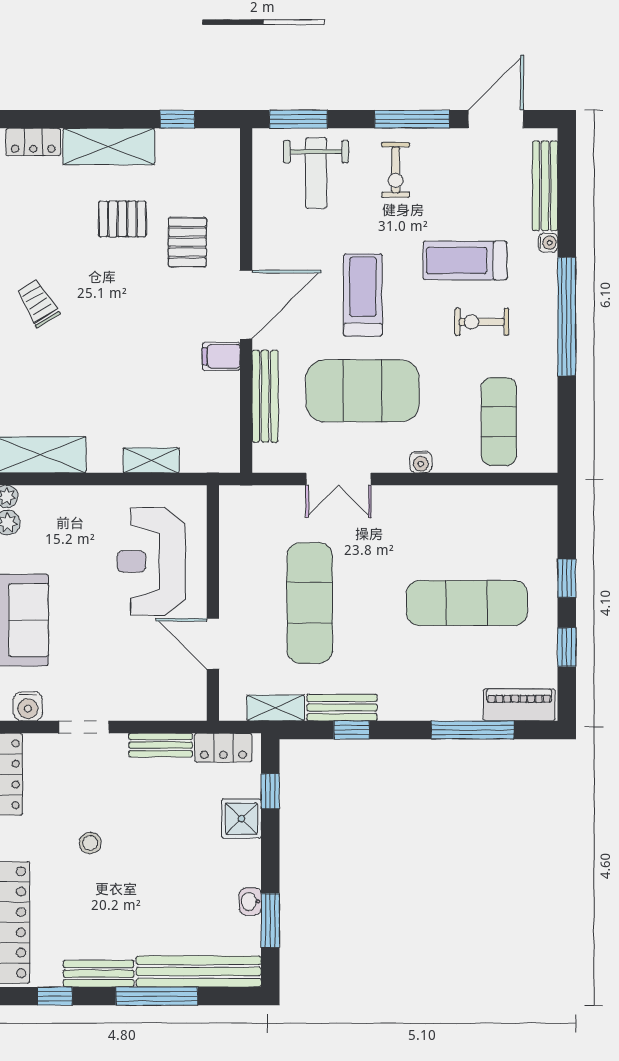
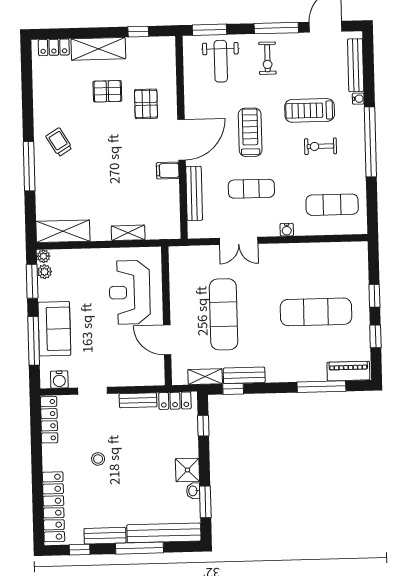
exercise mat: (363, 391) -> (251, 189), width x0.50, depth x0.69
exercise mat: (499, 422) -> (332, 205), turned 90
window: (351, 730) -> (233, 389), moved
shower: (241, 819) -> (187, 470), moved

